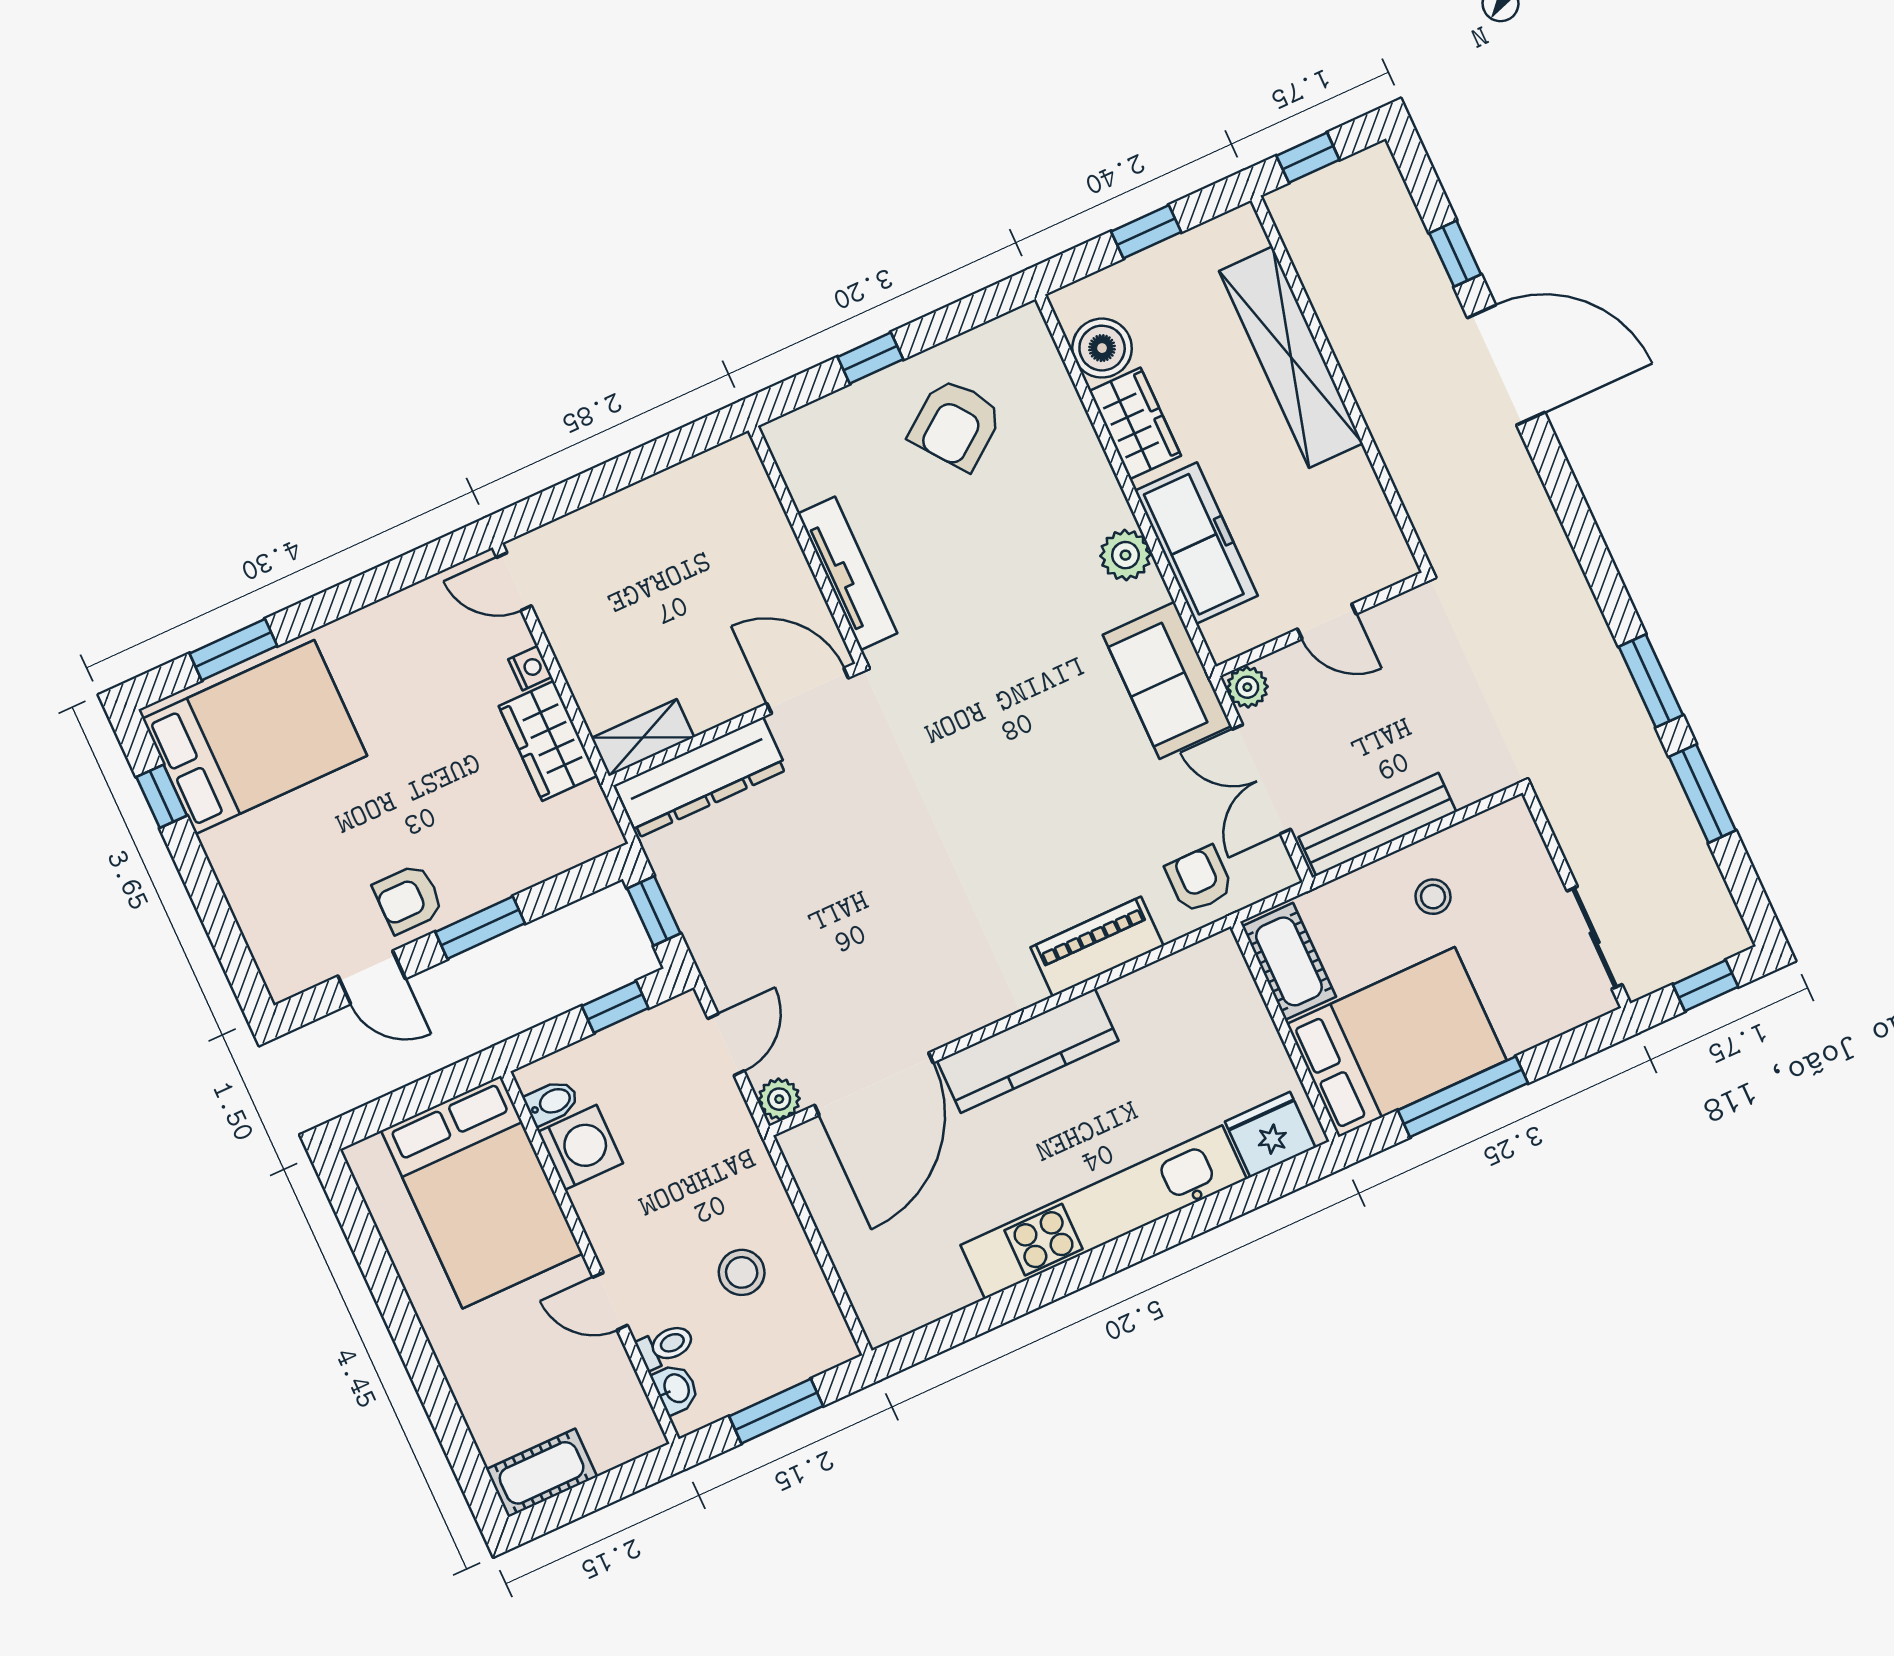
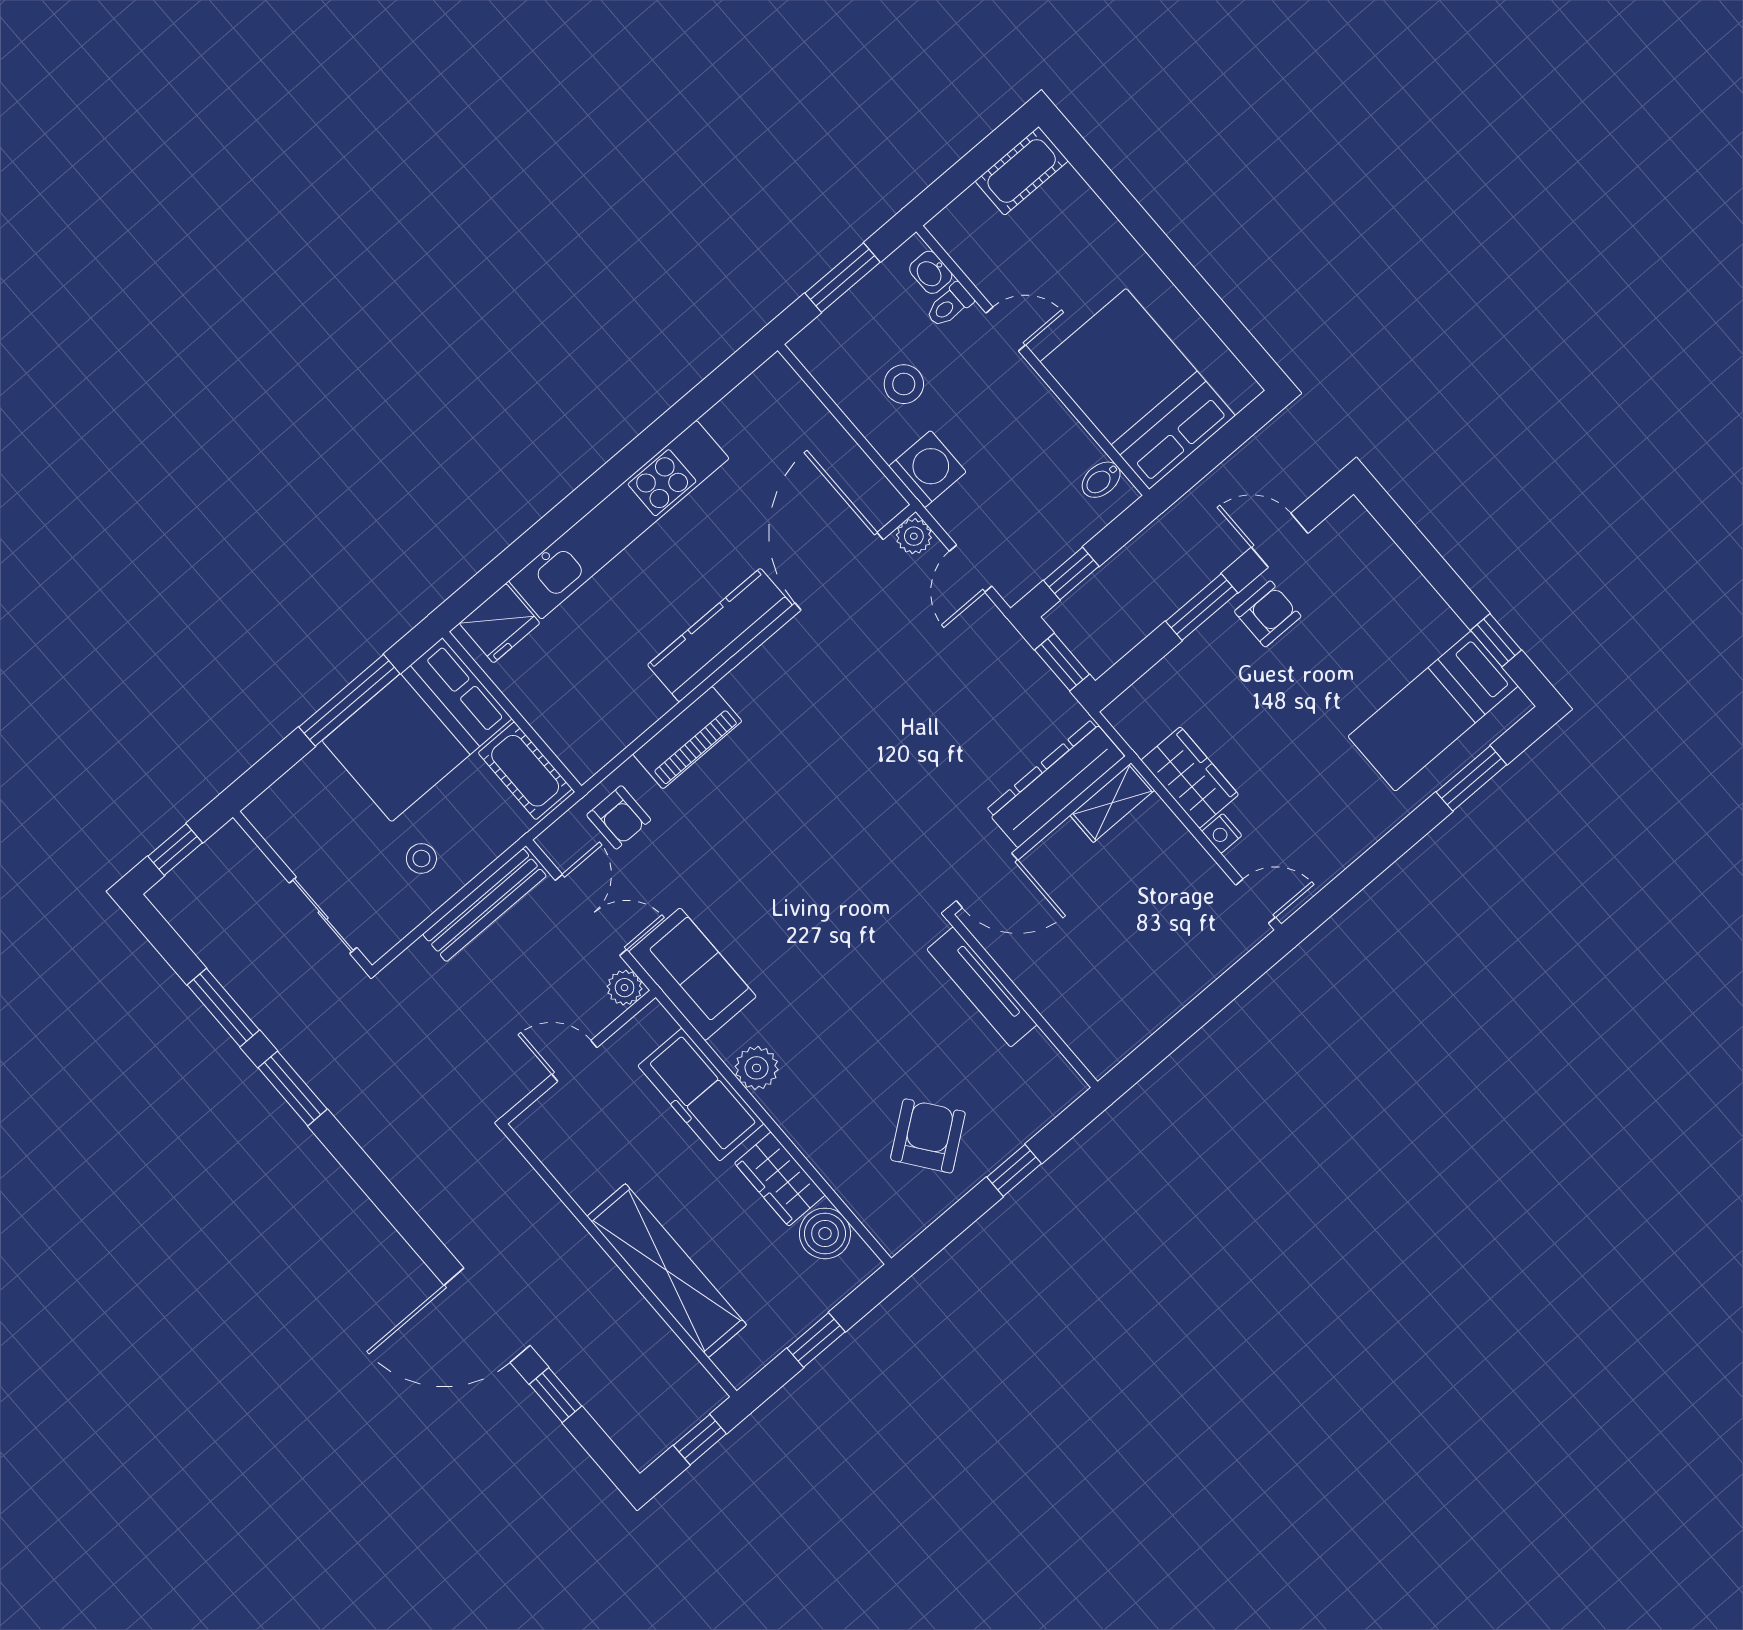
bed: (255, 737) -> (1433, 711), width x0.67
sliding door: (1595, 938) -> (323, 915), moved
washing machine: (580, 1147) -> (927, 469), moved, turned 180

